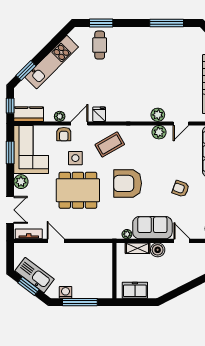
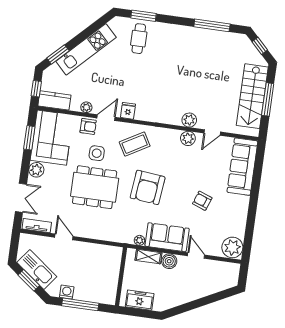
armchair: (64, 134) -> (88, 126), turned -90
armchair: (128, 183) -> (148, 187), turned -84

